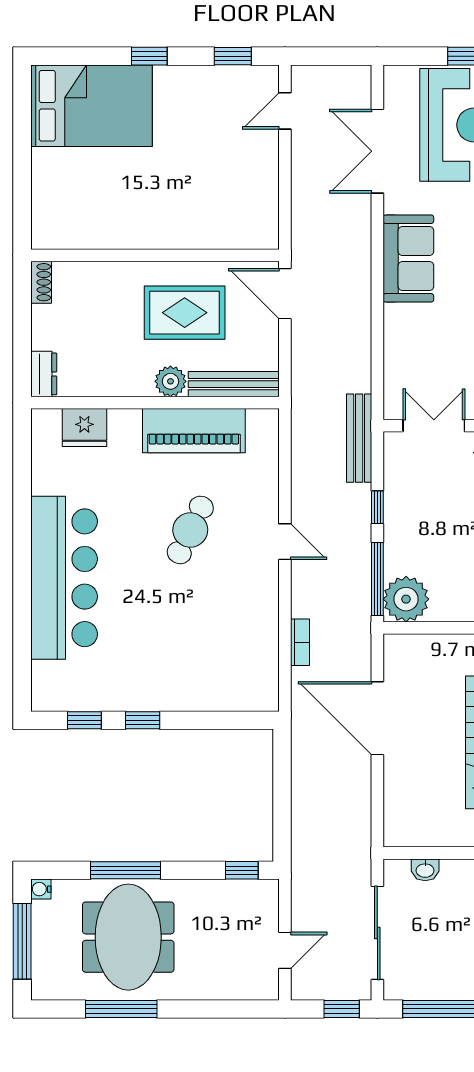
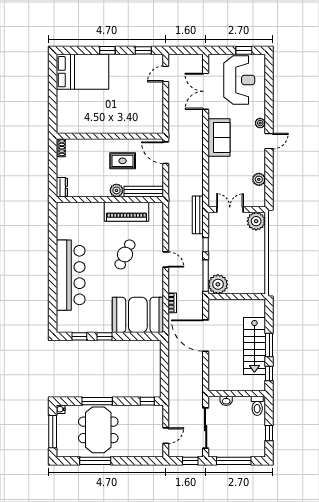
rug: (185, 313) -> (123, 161), width x0.73, depth x0.70
fridge: (84, 427) -> (79, 210), removed
booth: (220, 670) -> (138, 315), added

